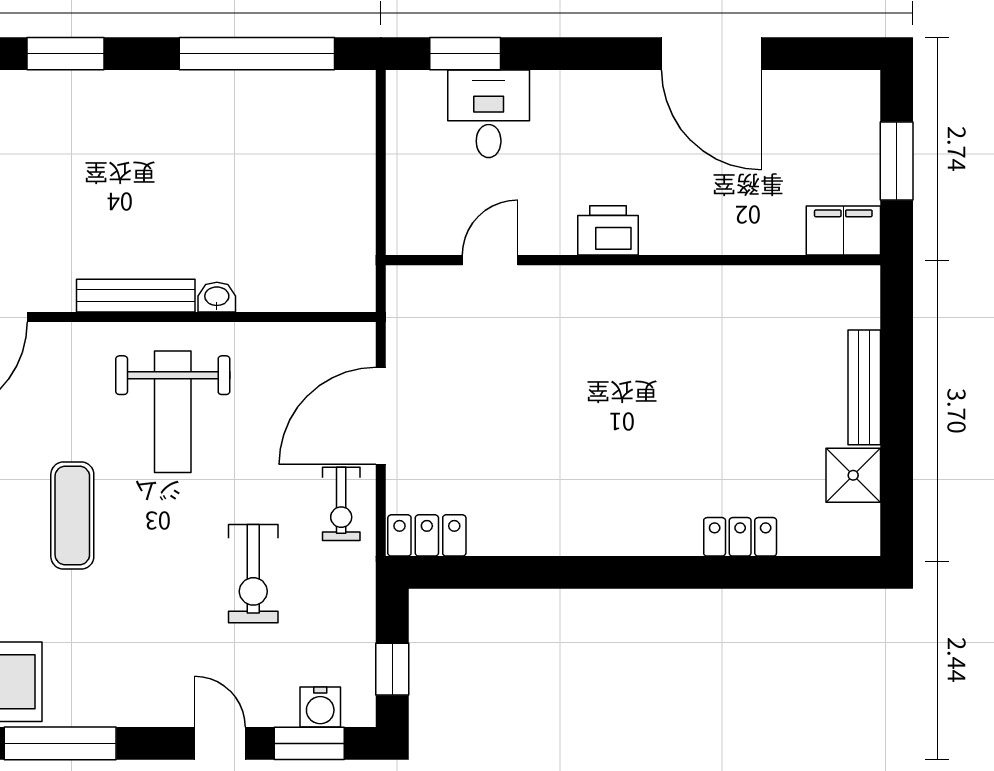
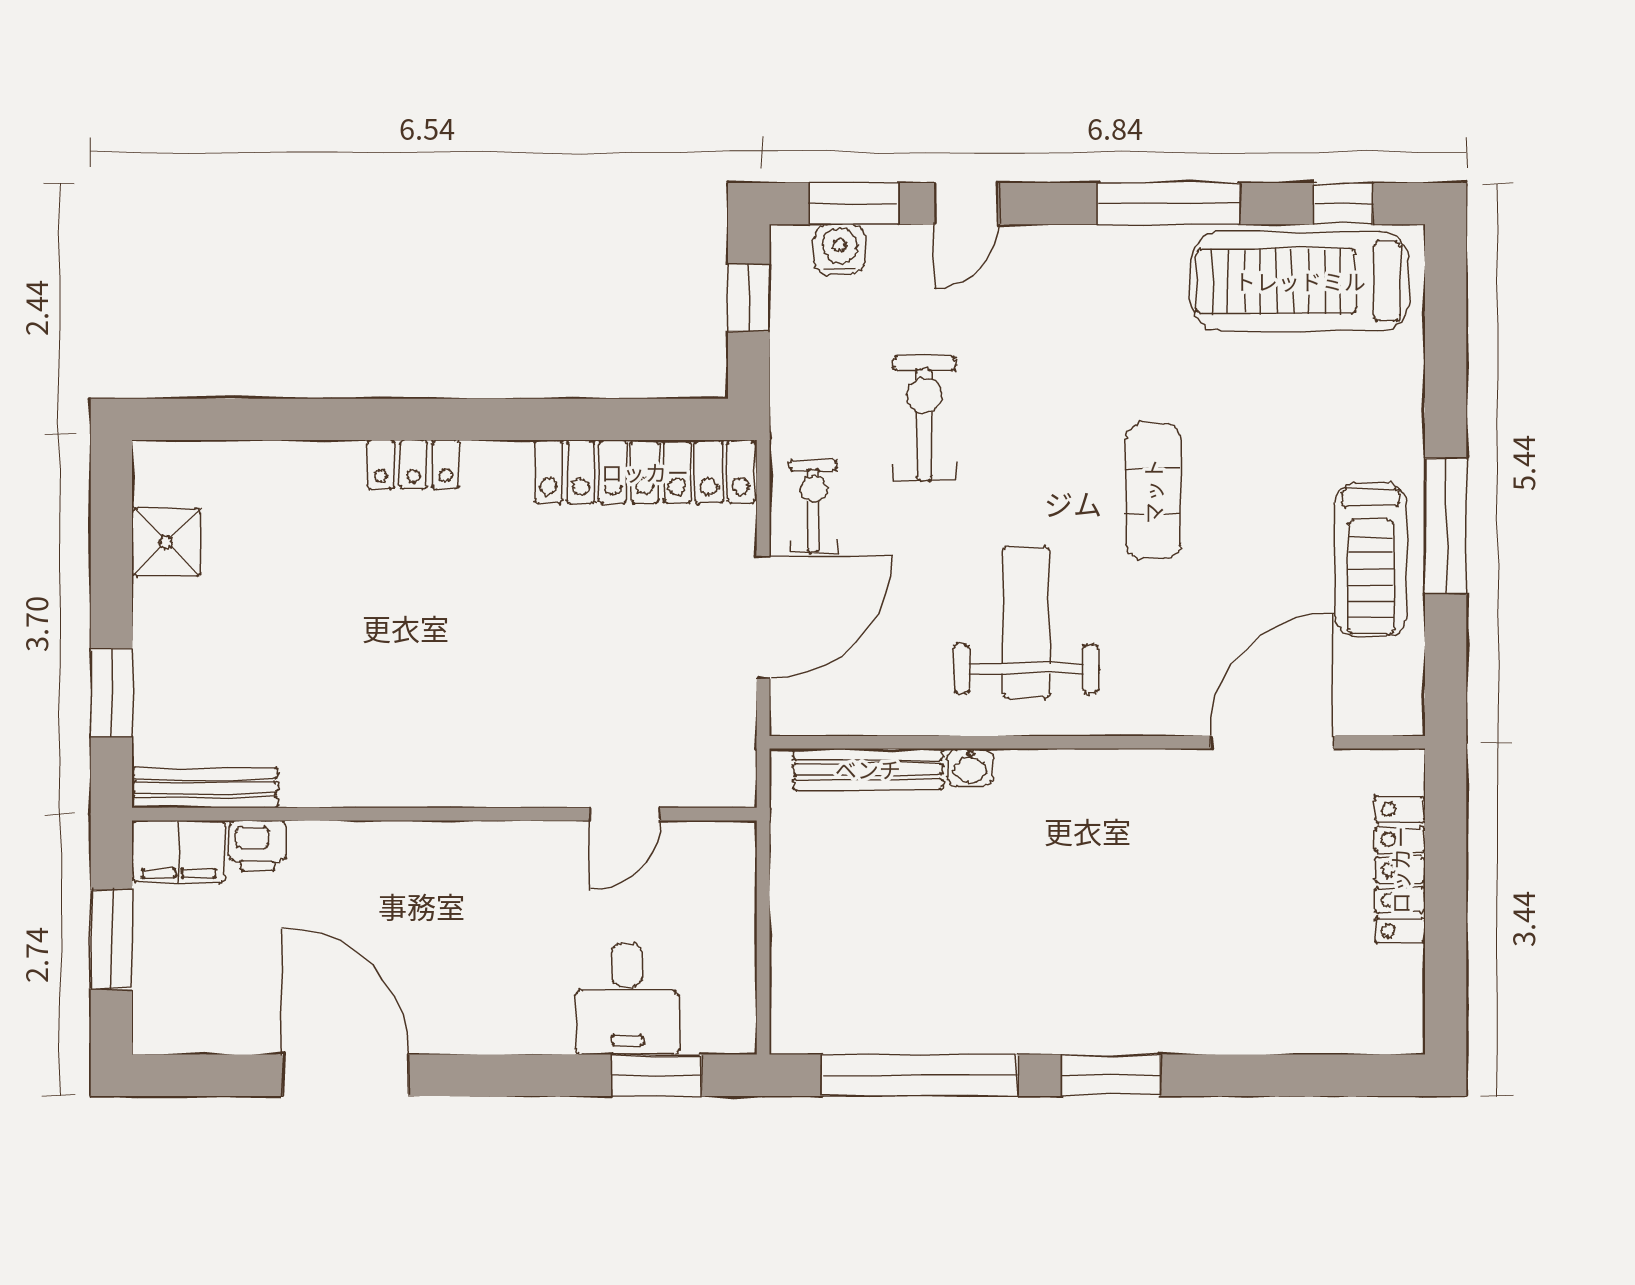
window: (65, 54) -> (1111, 1075), moved
printer: (608, 230) -> (257, 846), moved, width x0.73, depth x0.81
bench: (136, 296) -> (868, 769), moved
window: (897, 356) -> (111, 693), added
bench: (864, 387) -> (205, 788), moved, turned 90
locker: (427, 535) -> (645, 472), width x2.16, depth x1.21
locker: (740, 537) -> (413, 464), moved
door: (220, 743) -> (966, 204), hinge flipped

